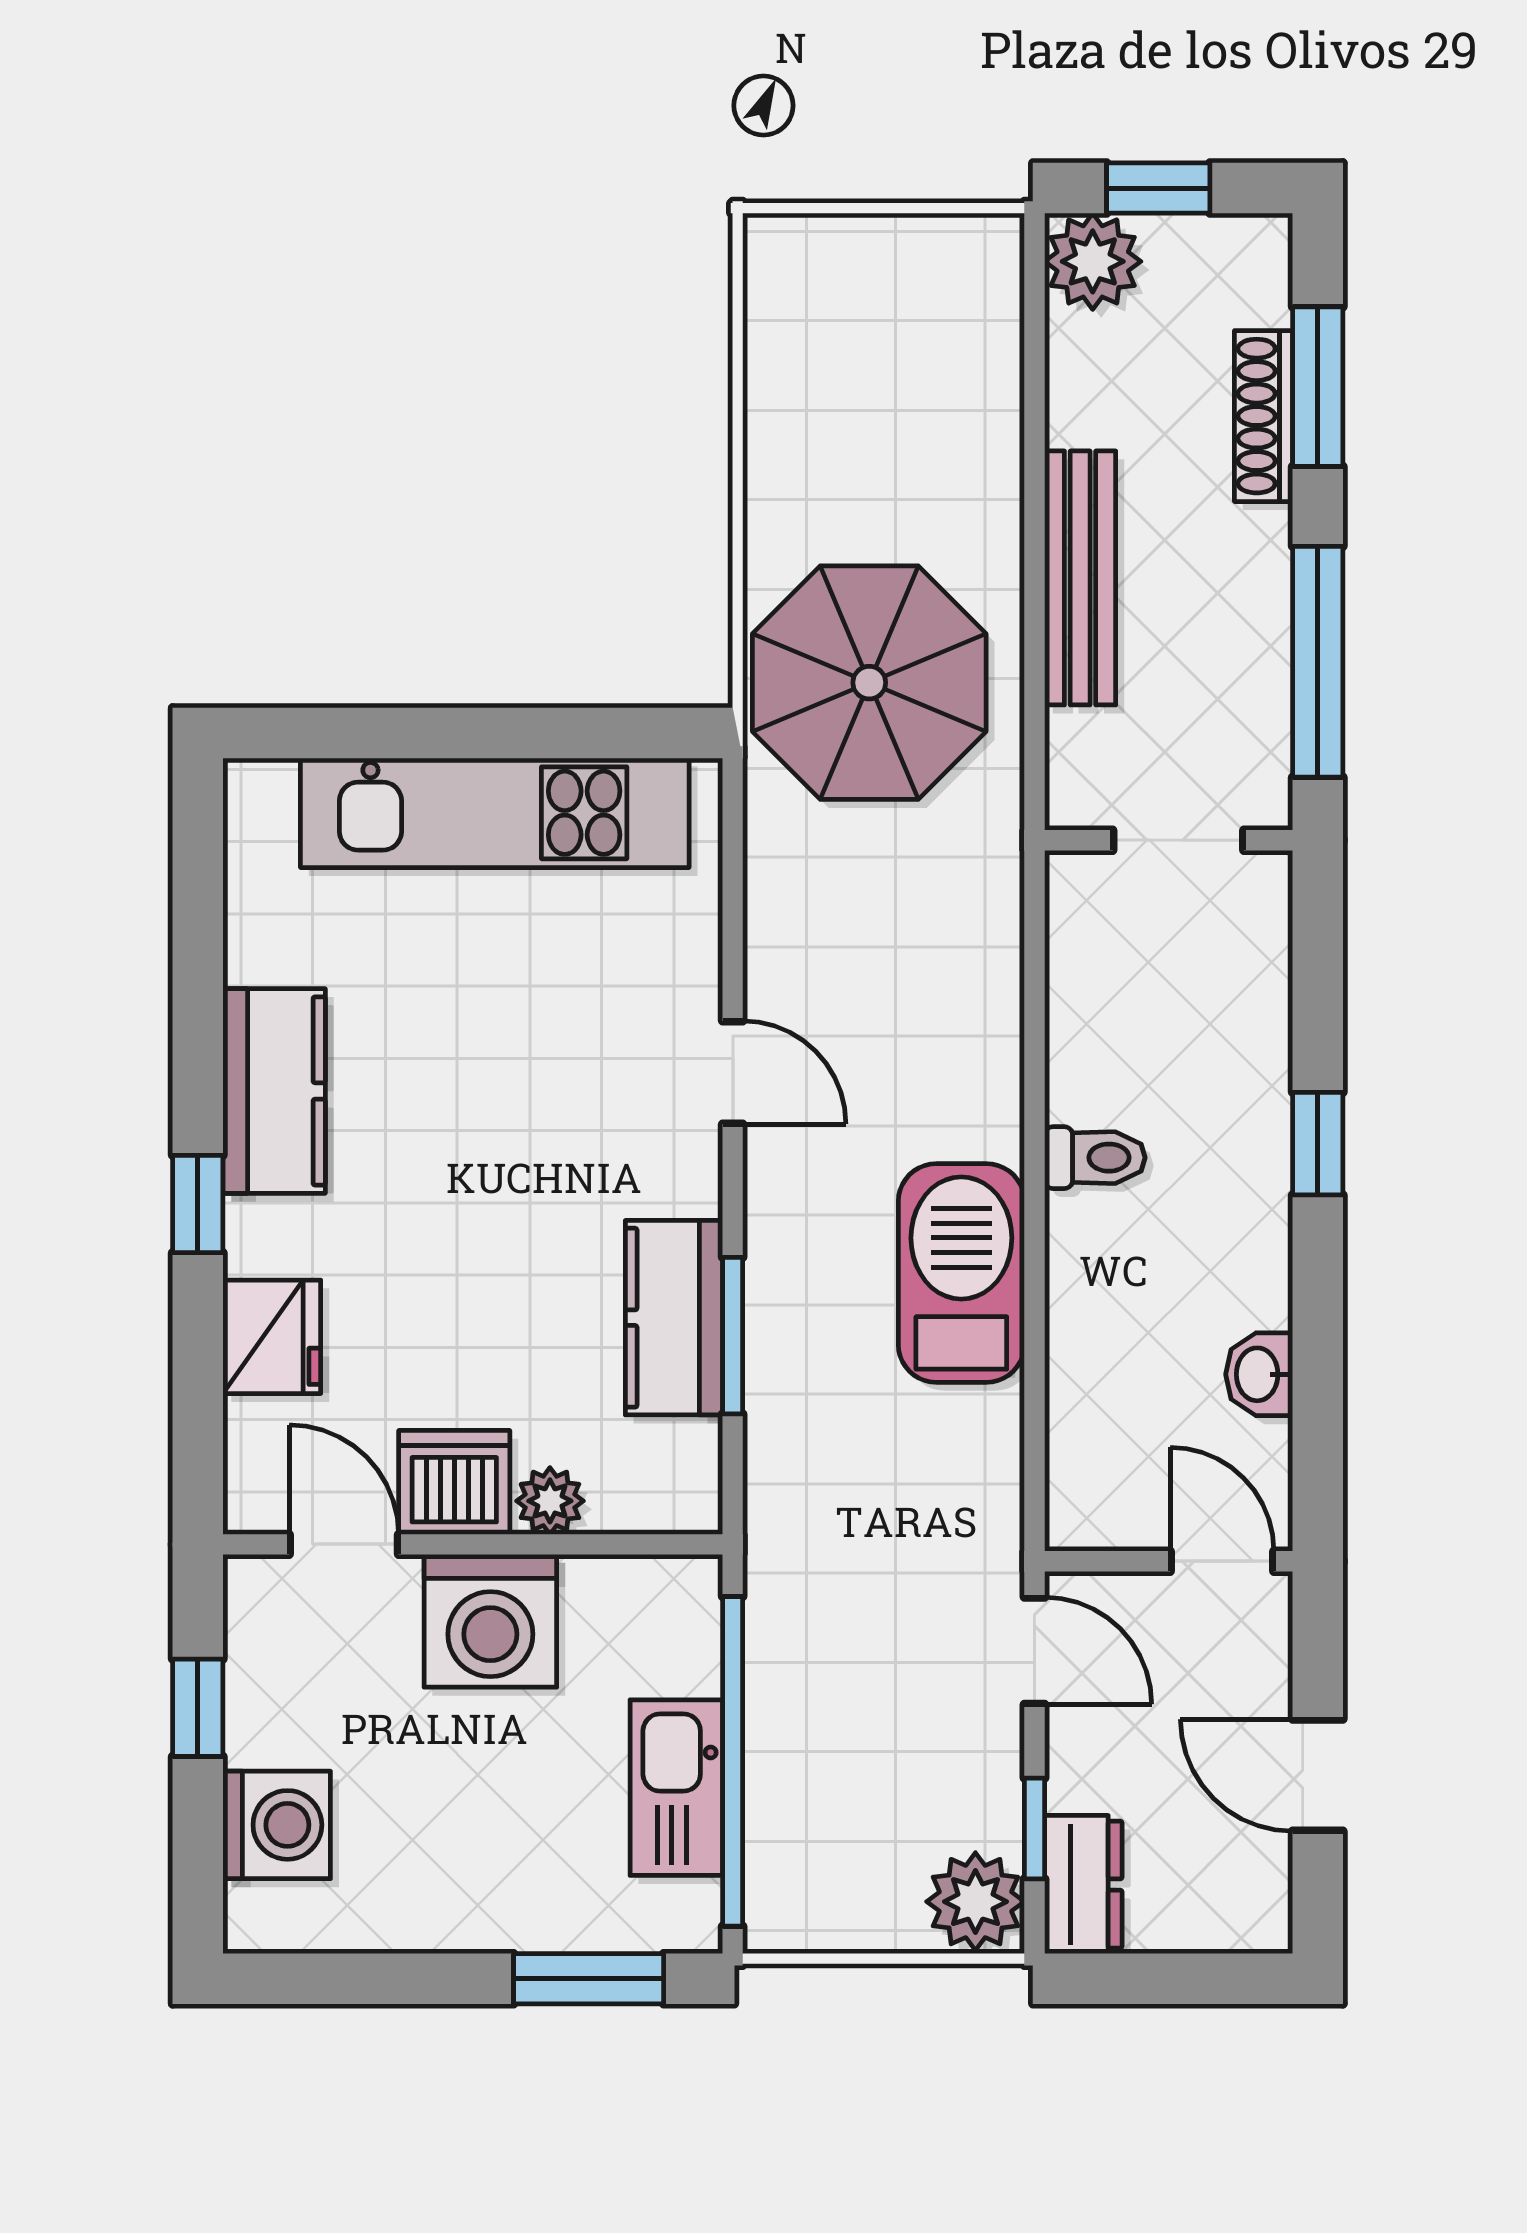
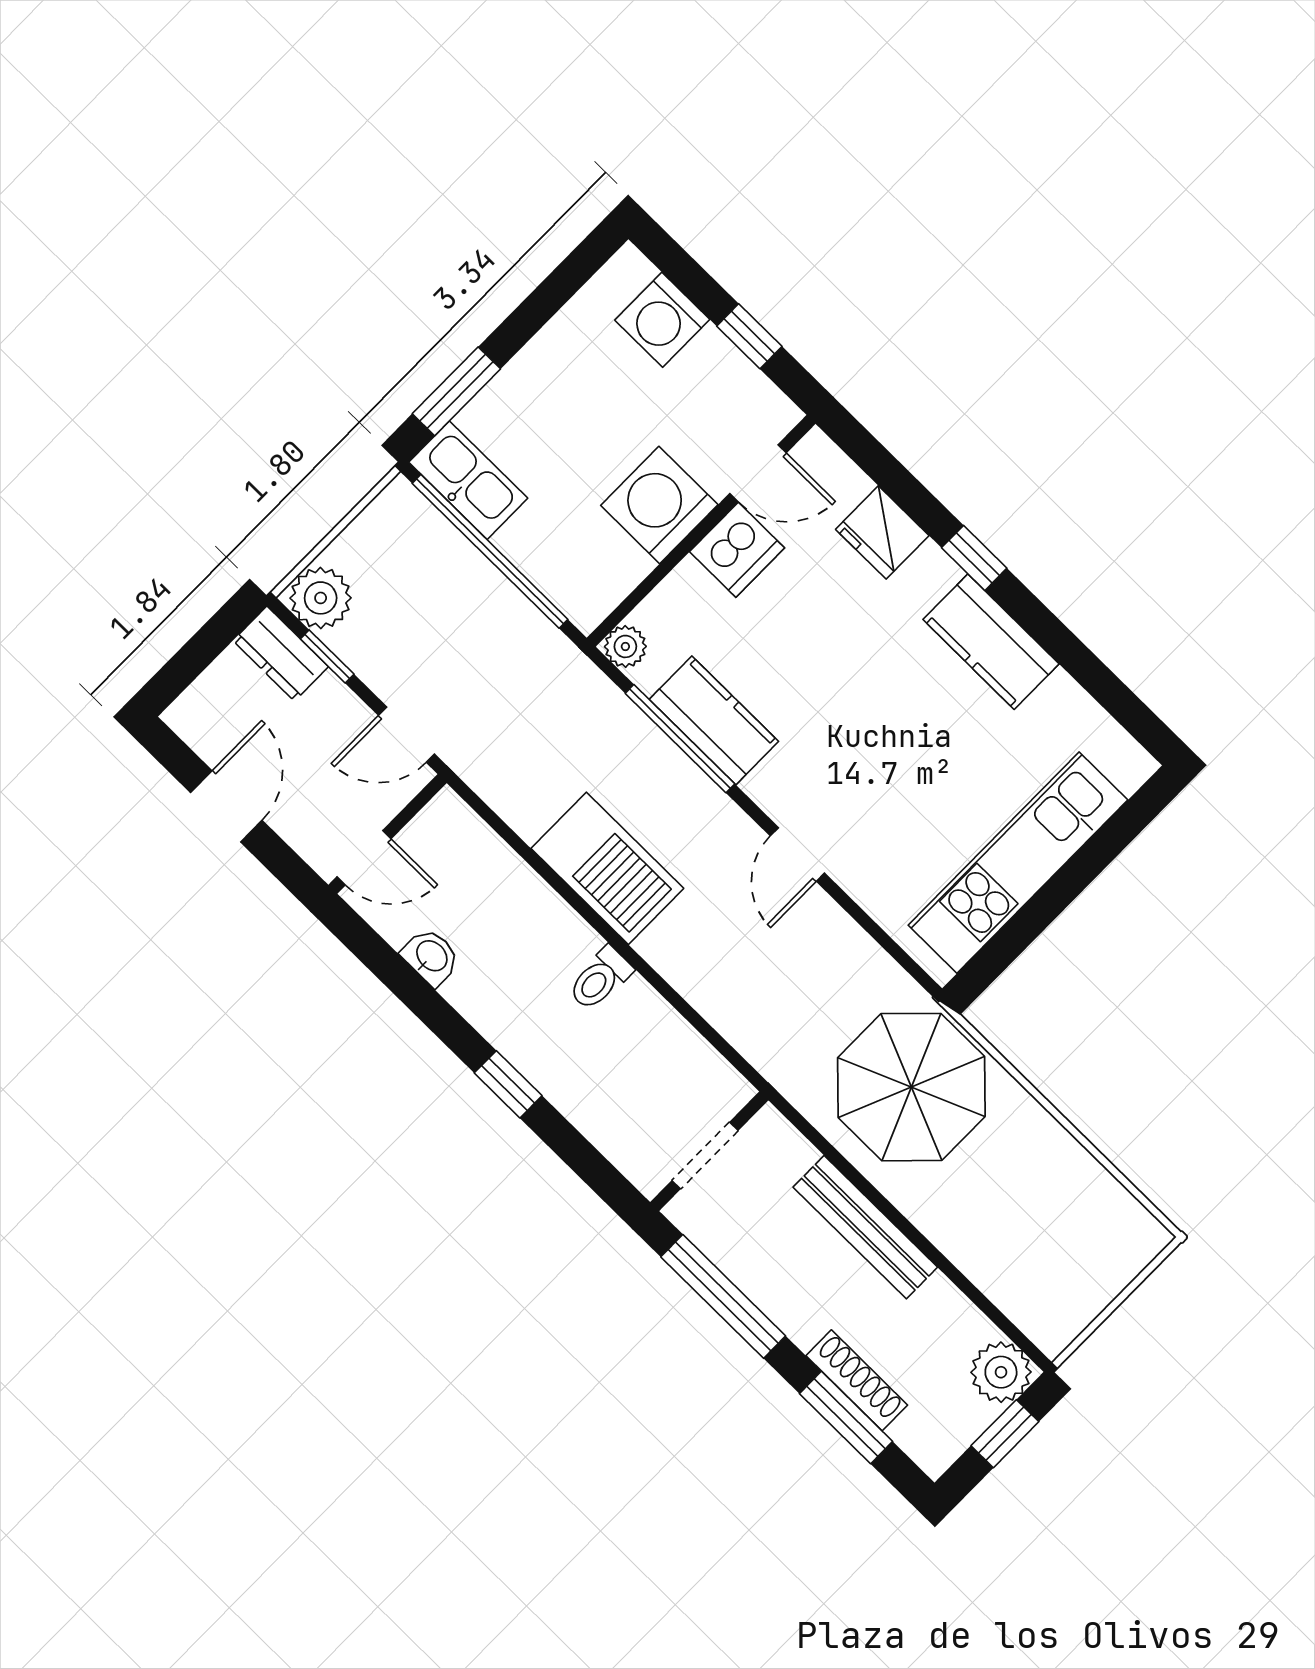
door: (733, 1073) -> (797, 854), hinge flipped
window: (733, 1336) -> (680, 739), width x1.44
plant: (550, 1501) -> (625, 646), moved
door: (1318, 1775) -> (226, 806), hinge flipped
kitchen sink: (676, 1788) -> (468, 480), moved

